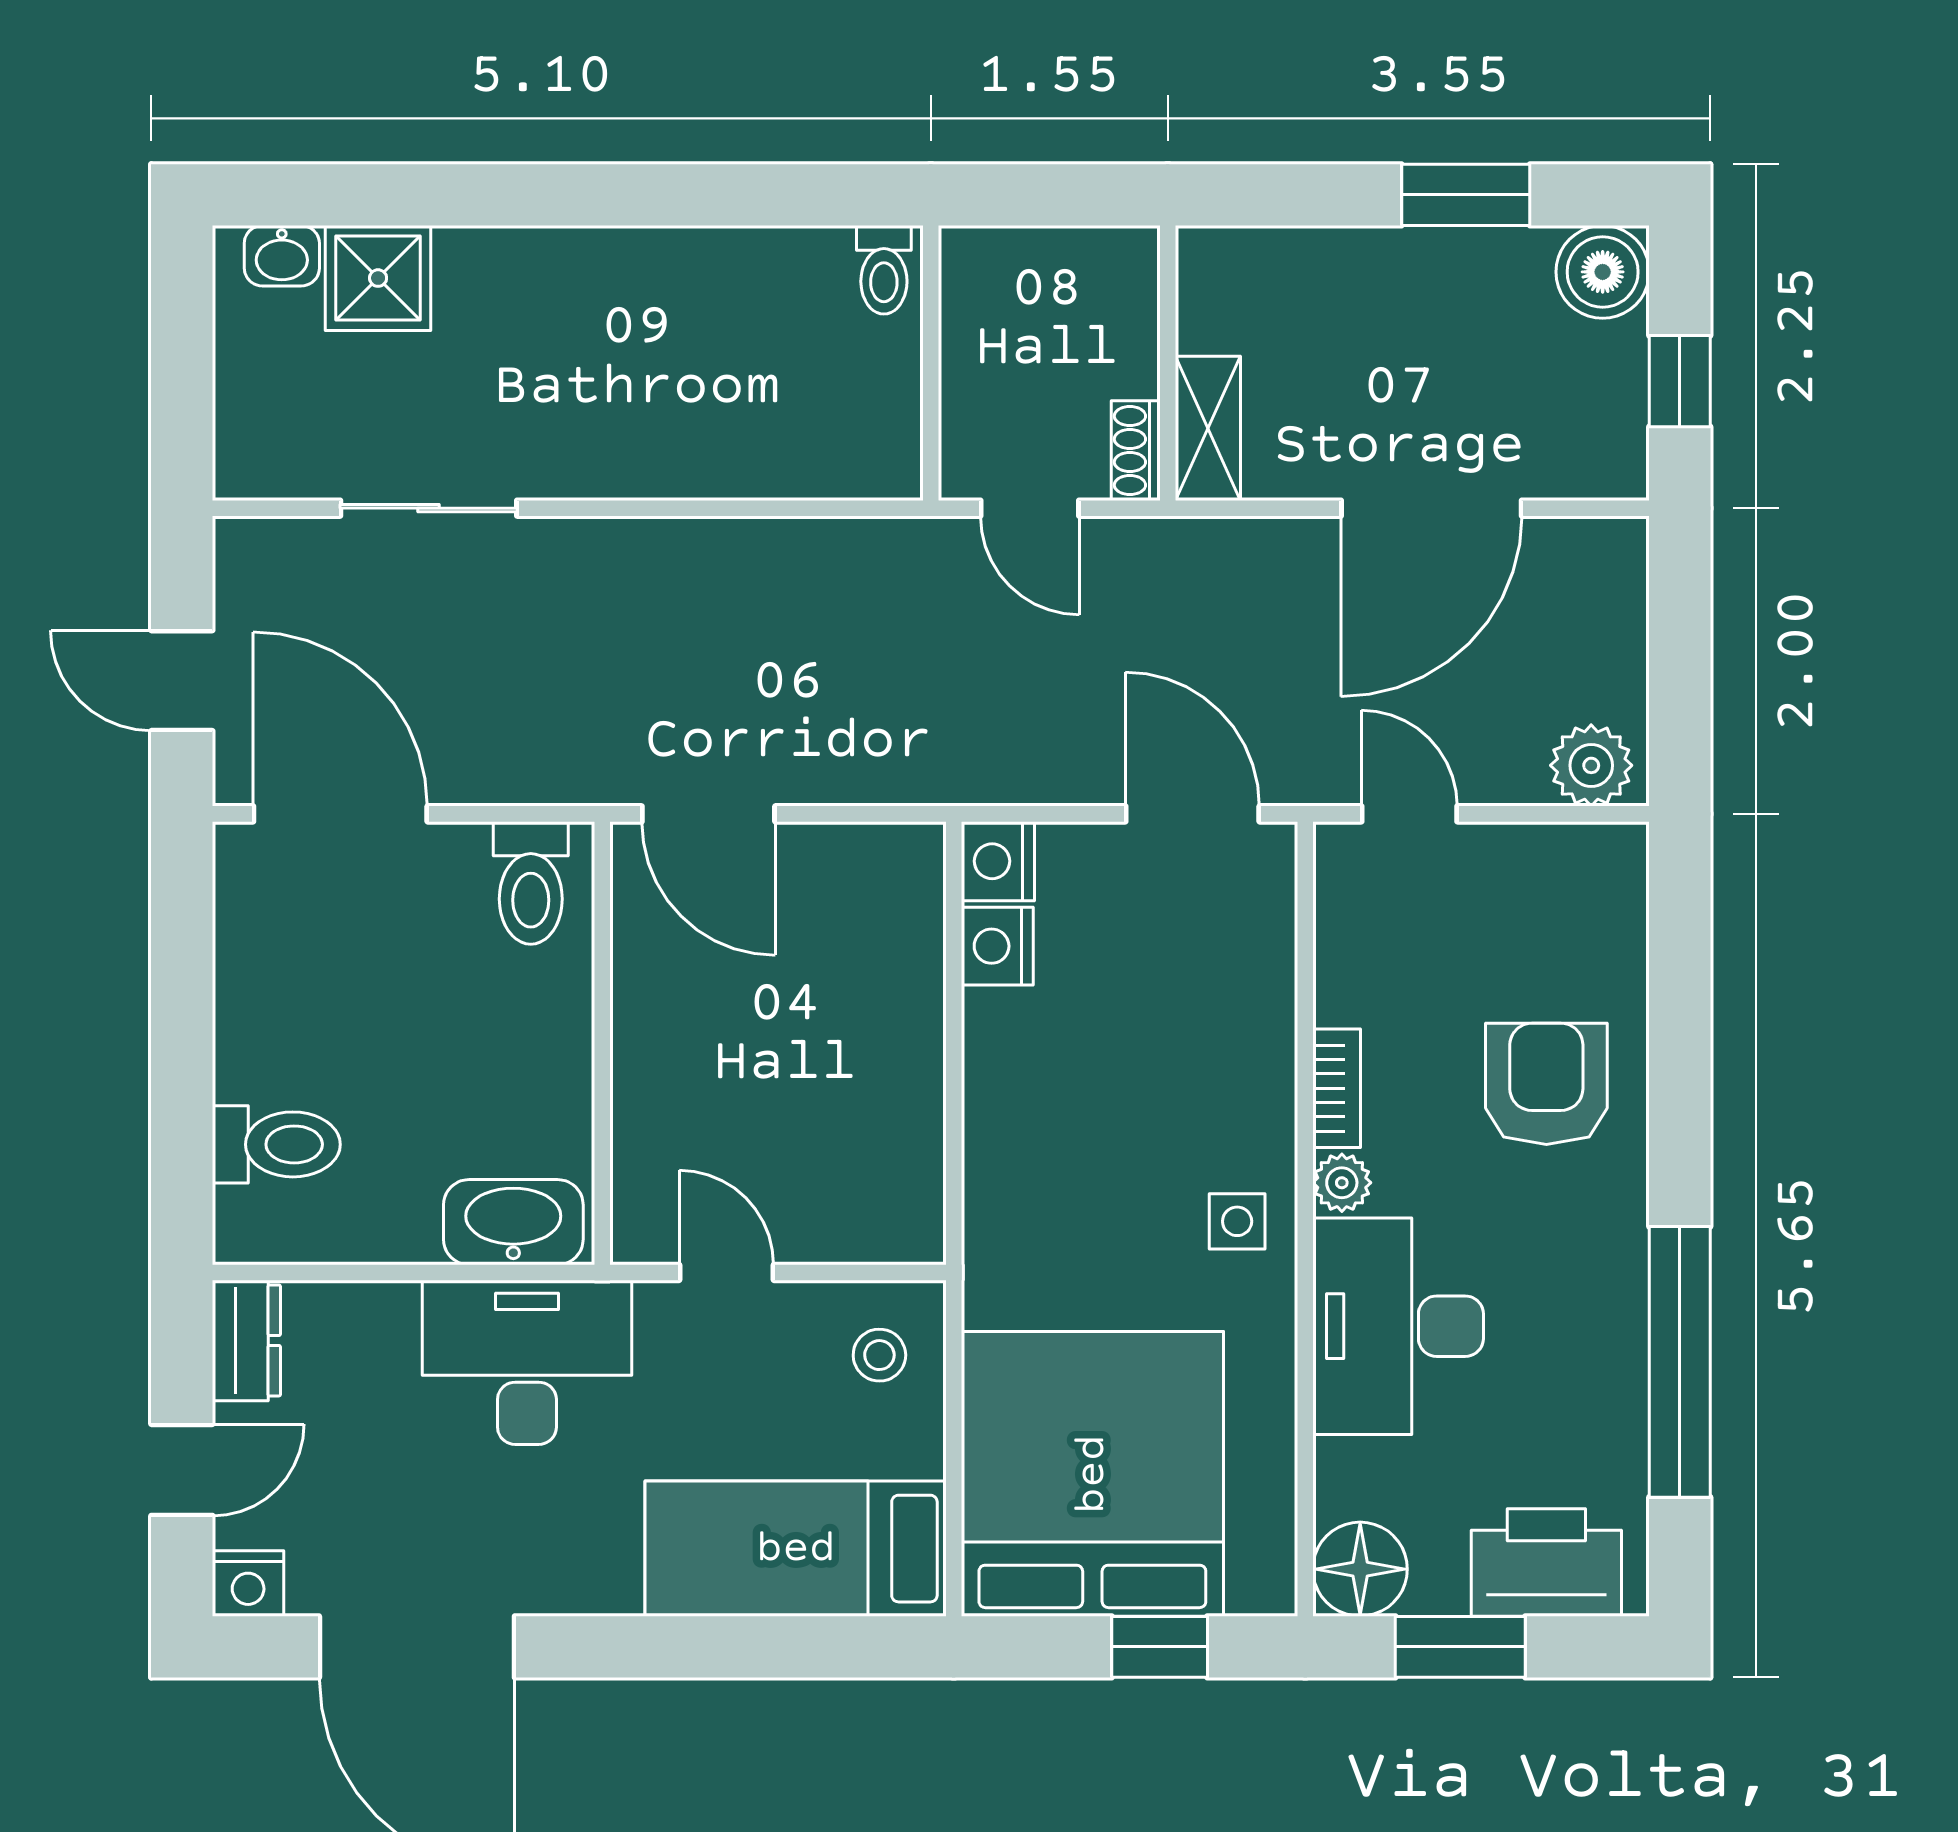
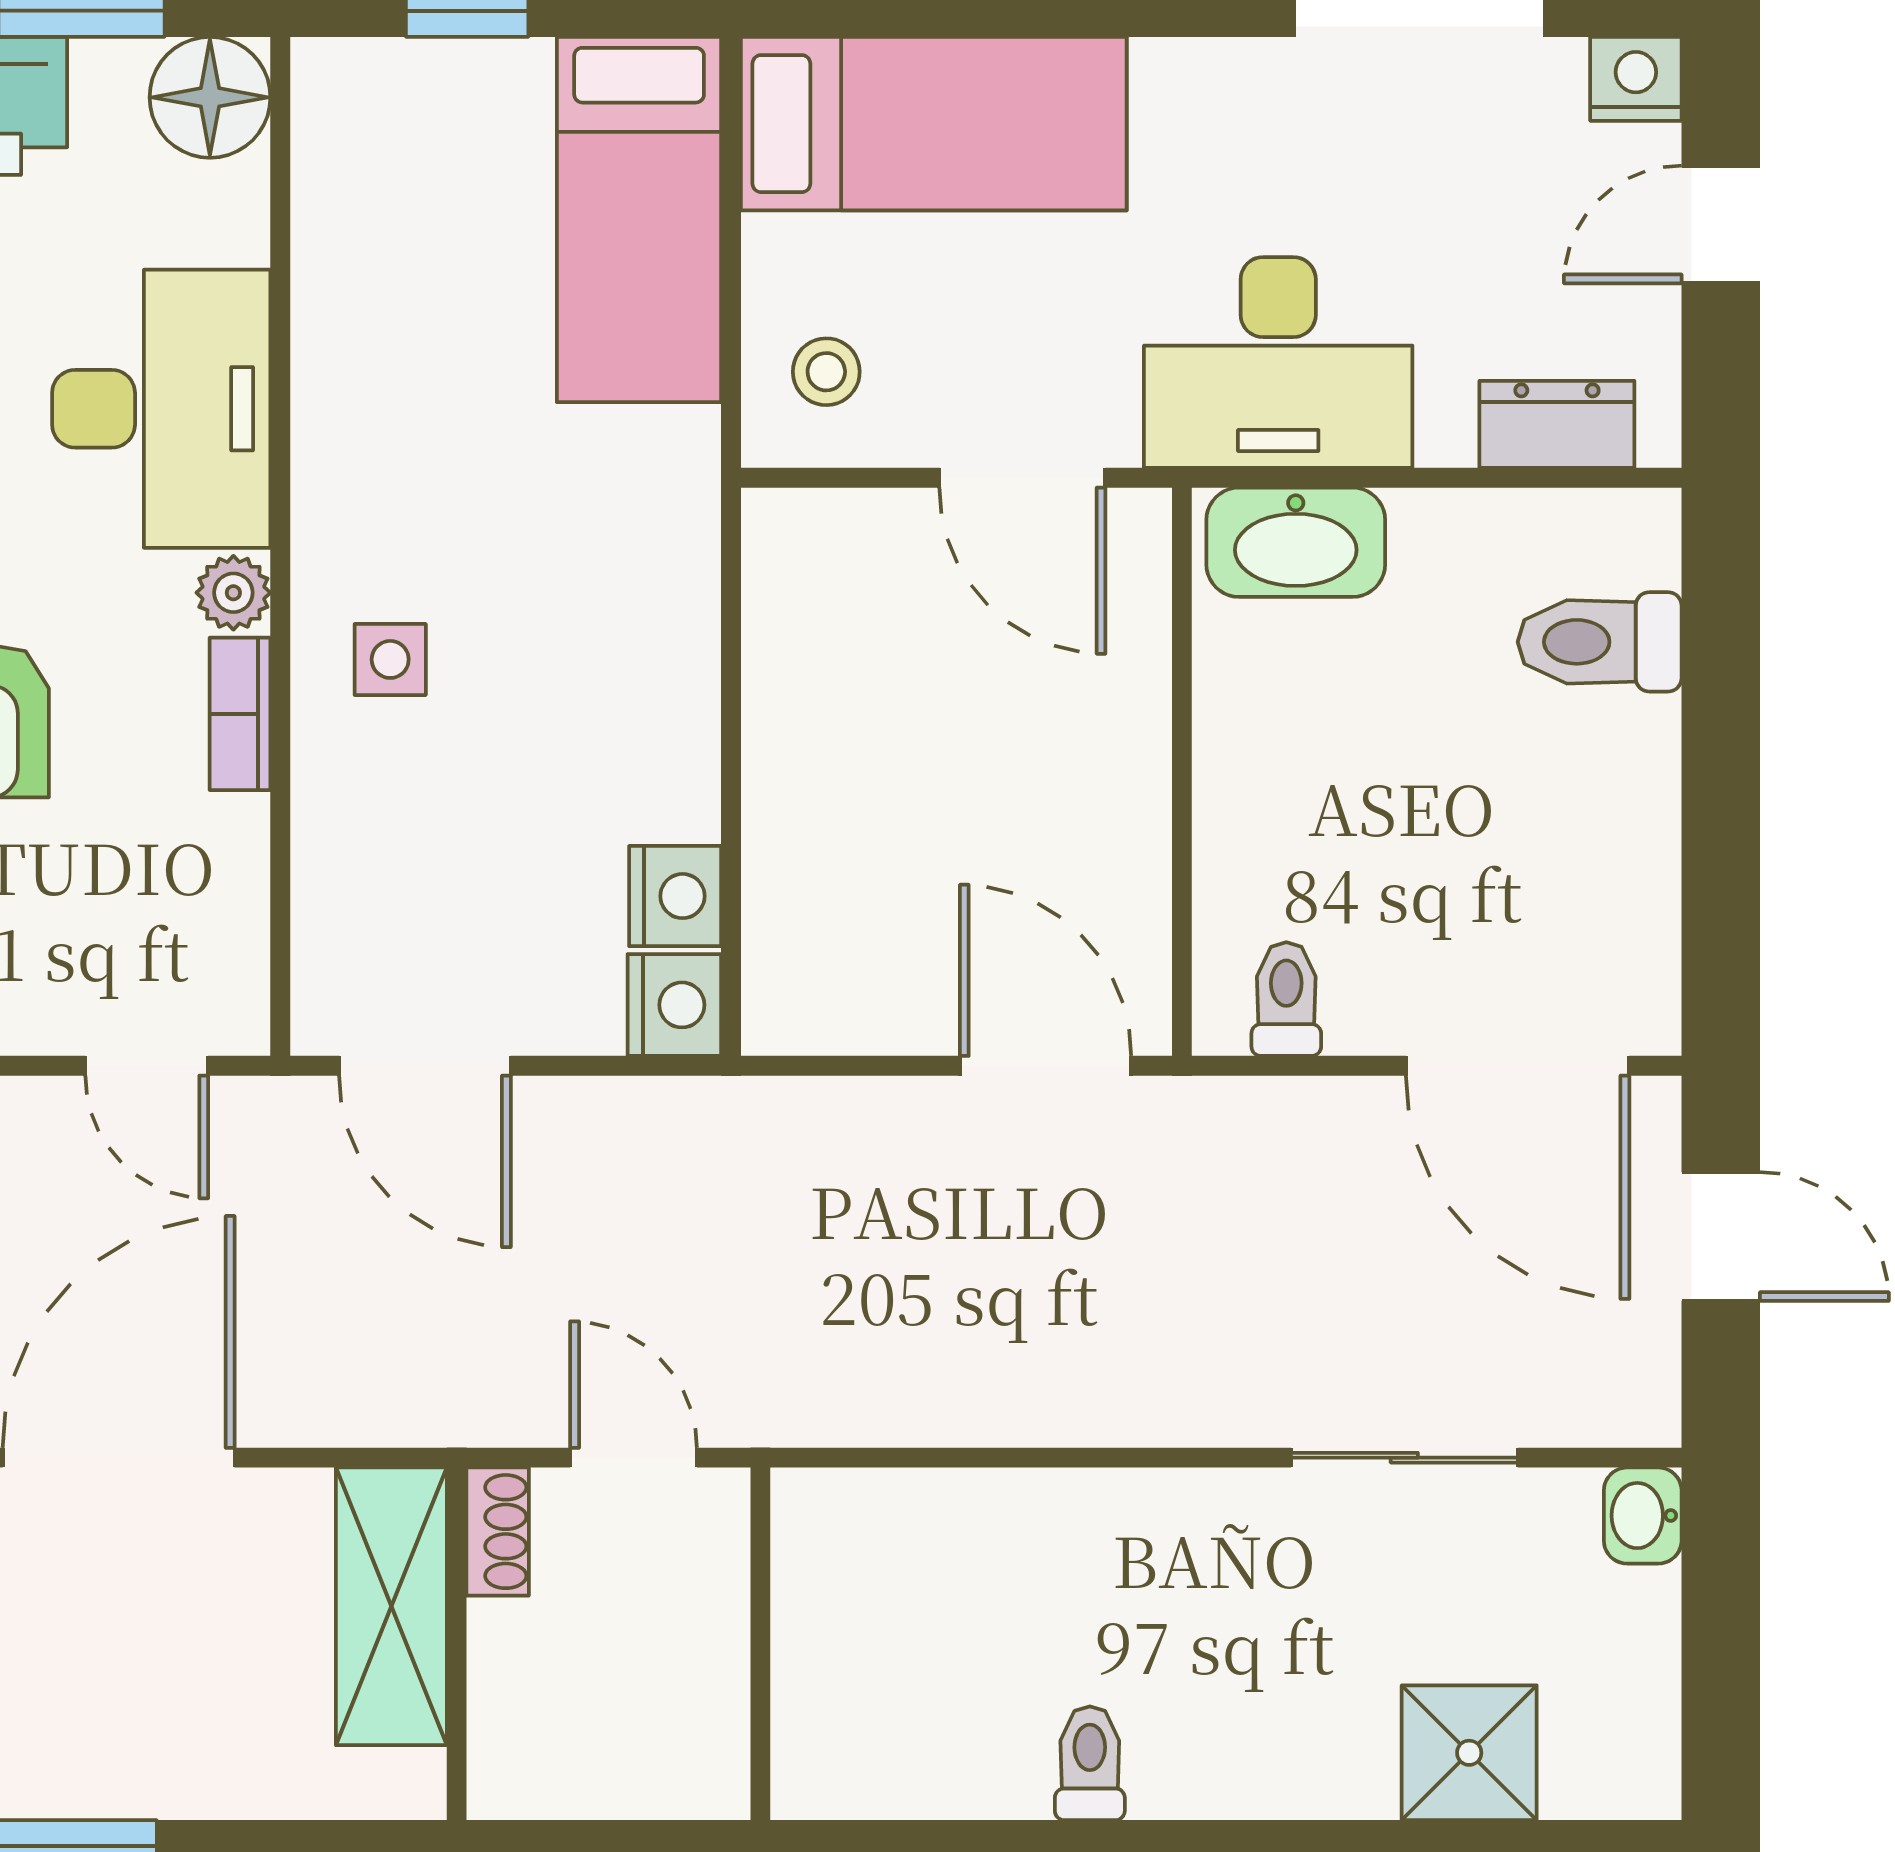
washbasin: (282, 256) -> (1643, 1516), moved, turned -90
toilet: (884, 270) -> (1090, 1763), moved
shelving: (1208, 428) -> (391, 1606), width x1.50, depth x1.33
toilet: (531, 883) -> (1286, 999), width x0.73, depth x0.72
side table: (1237, 1221) -> (390, 659), moved
door: (726, 1272) -> (1022, 478), width x1.37
dresser: (246, 1340) -> (1557, 424), moved, turned 90
bed: (1092, 1474) -> (639, 219), width x0.49

